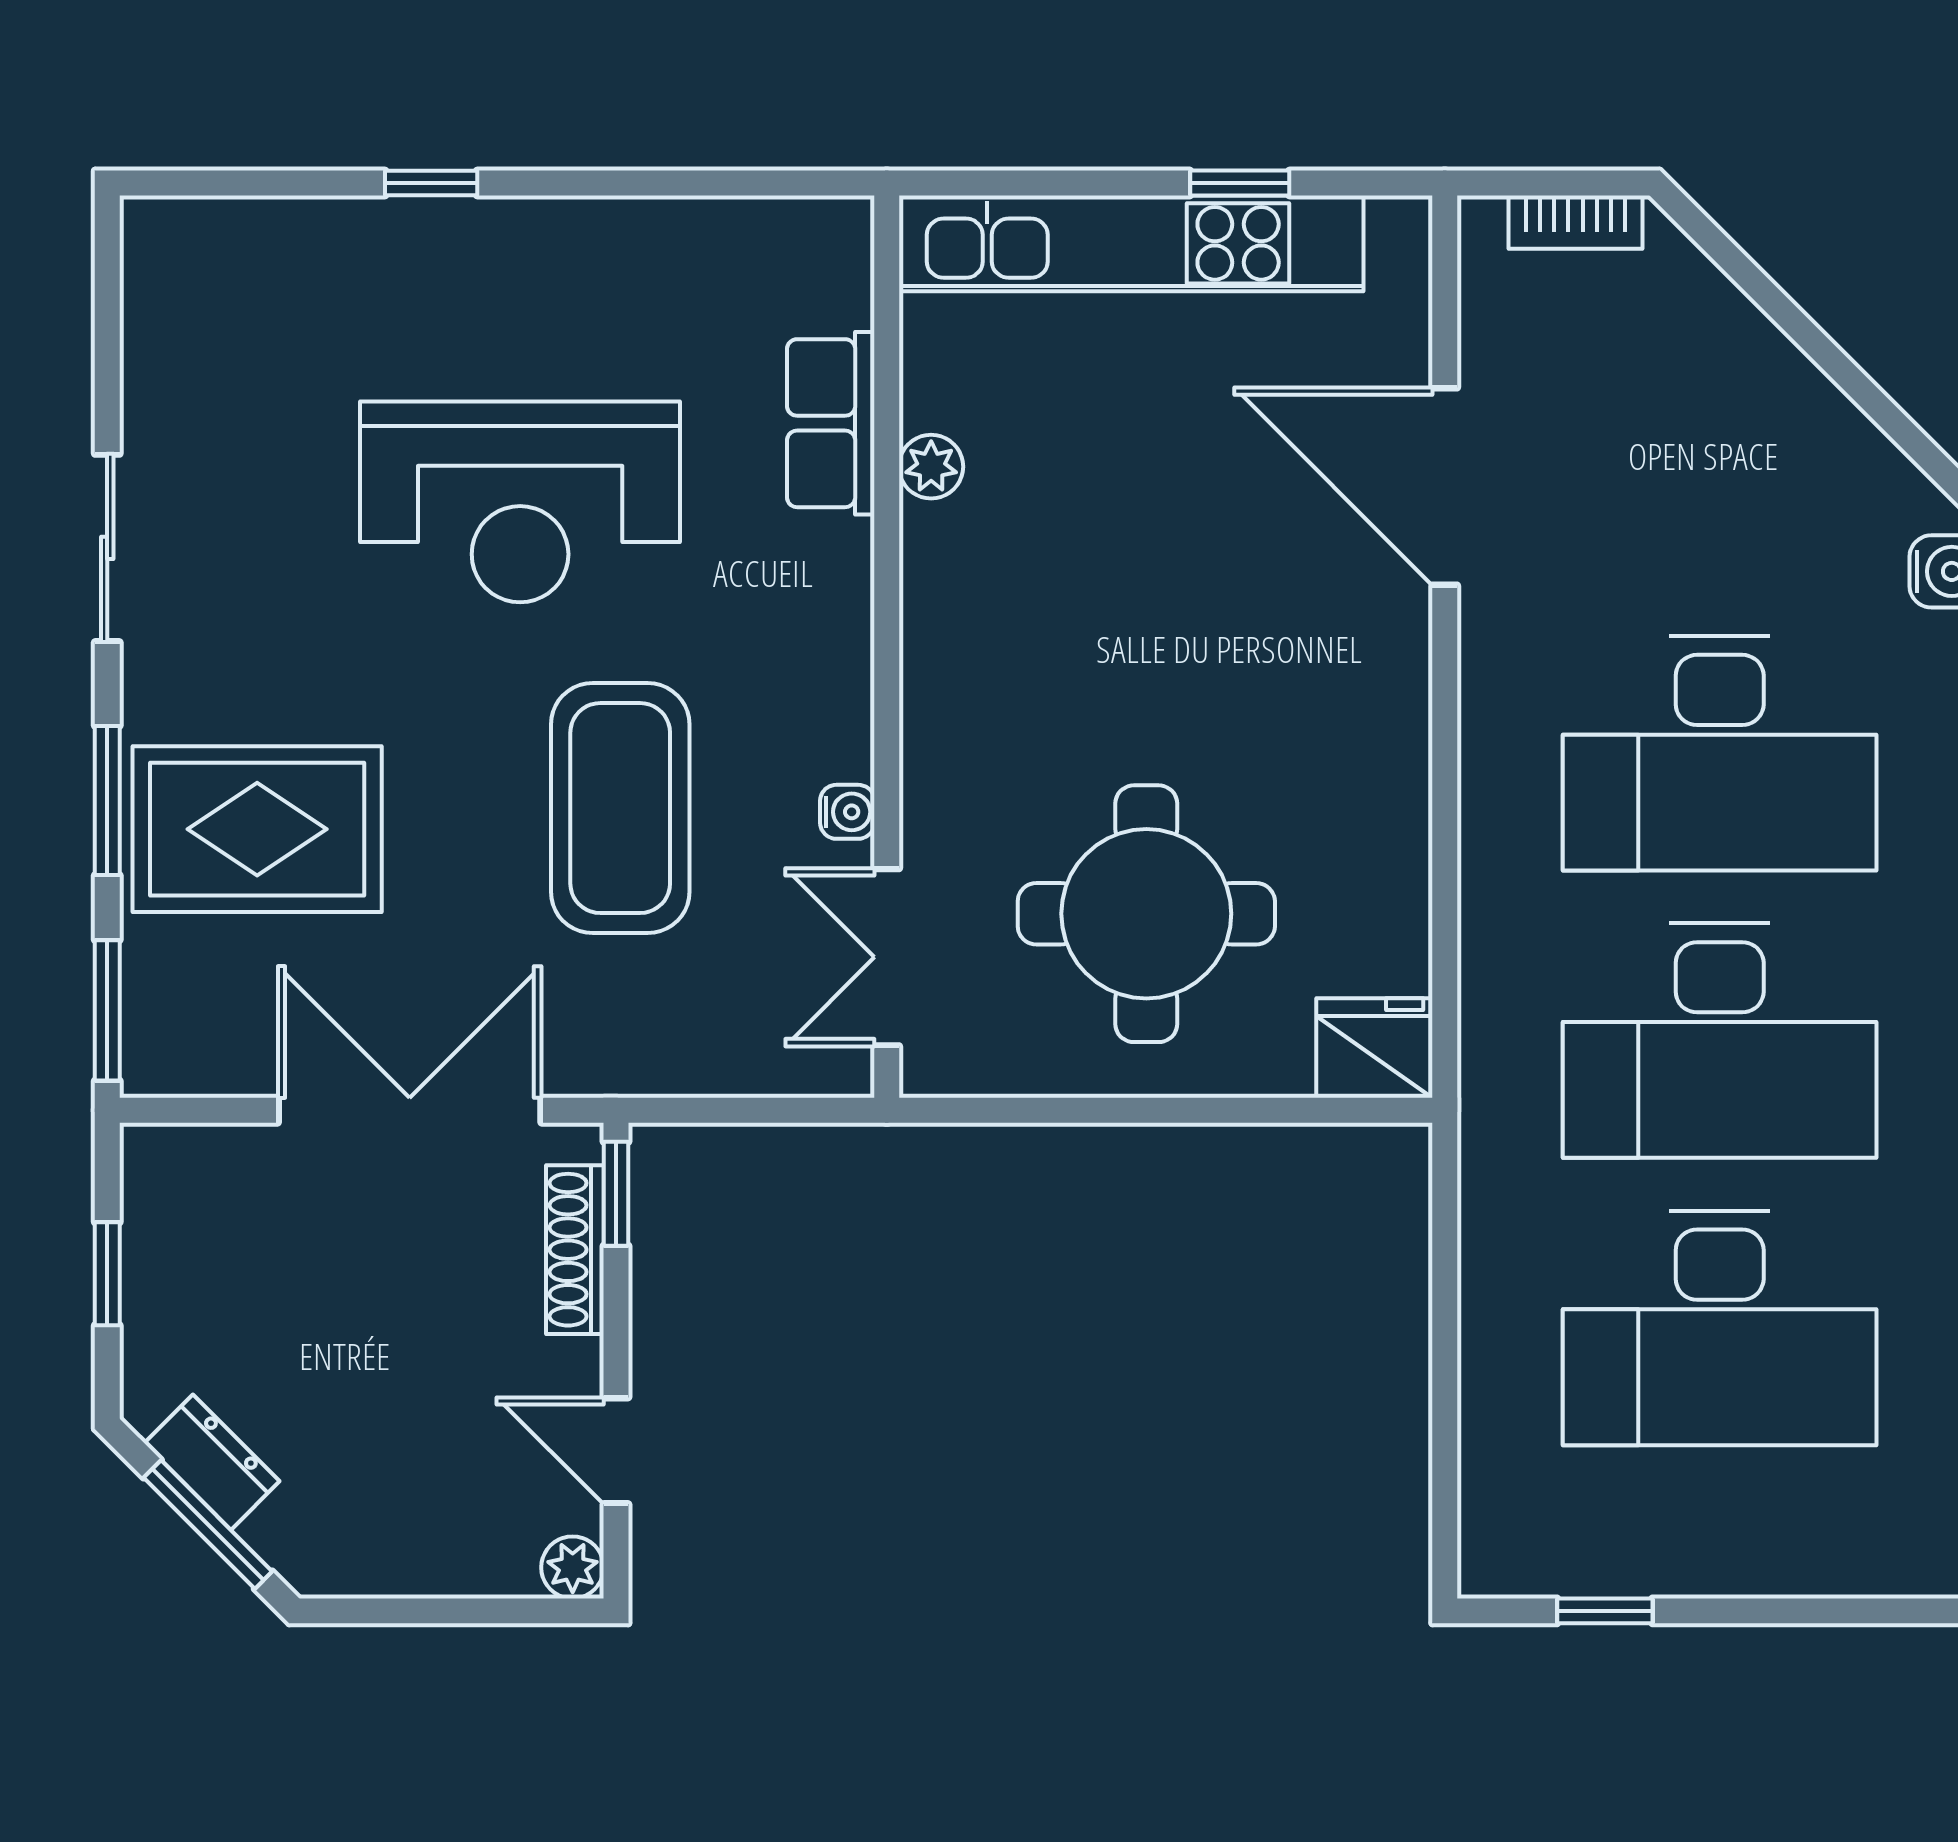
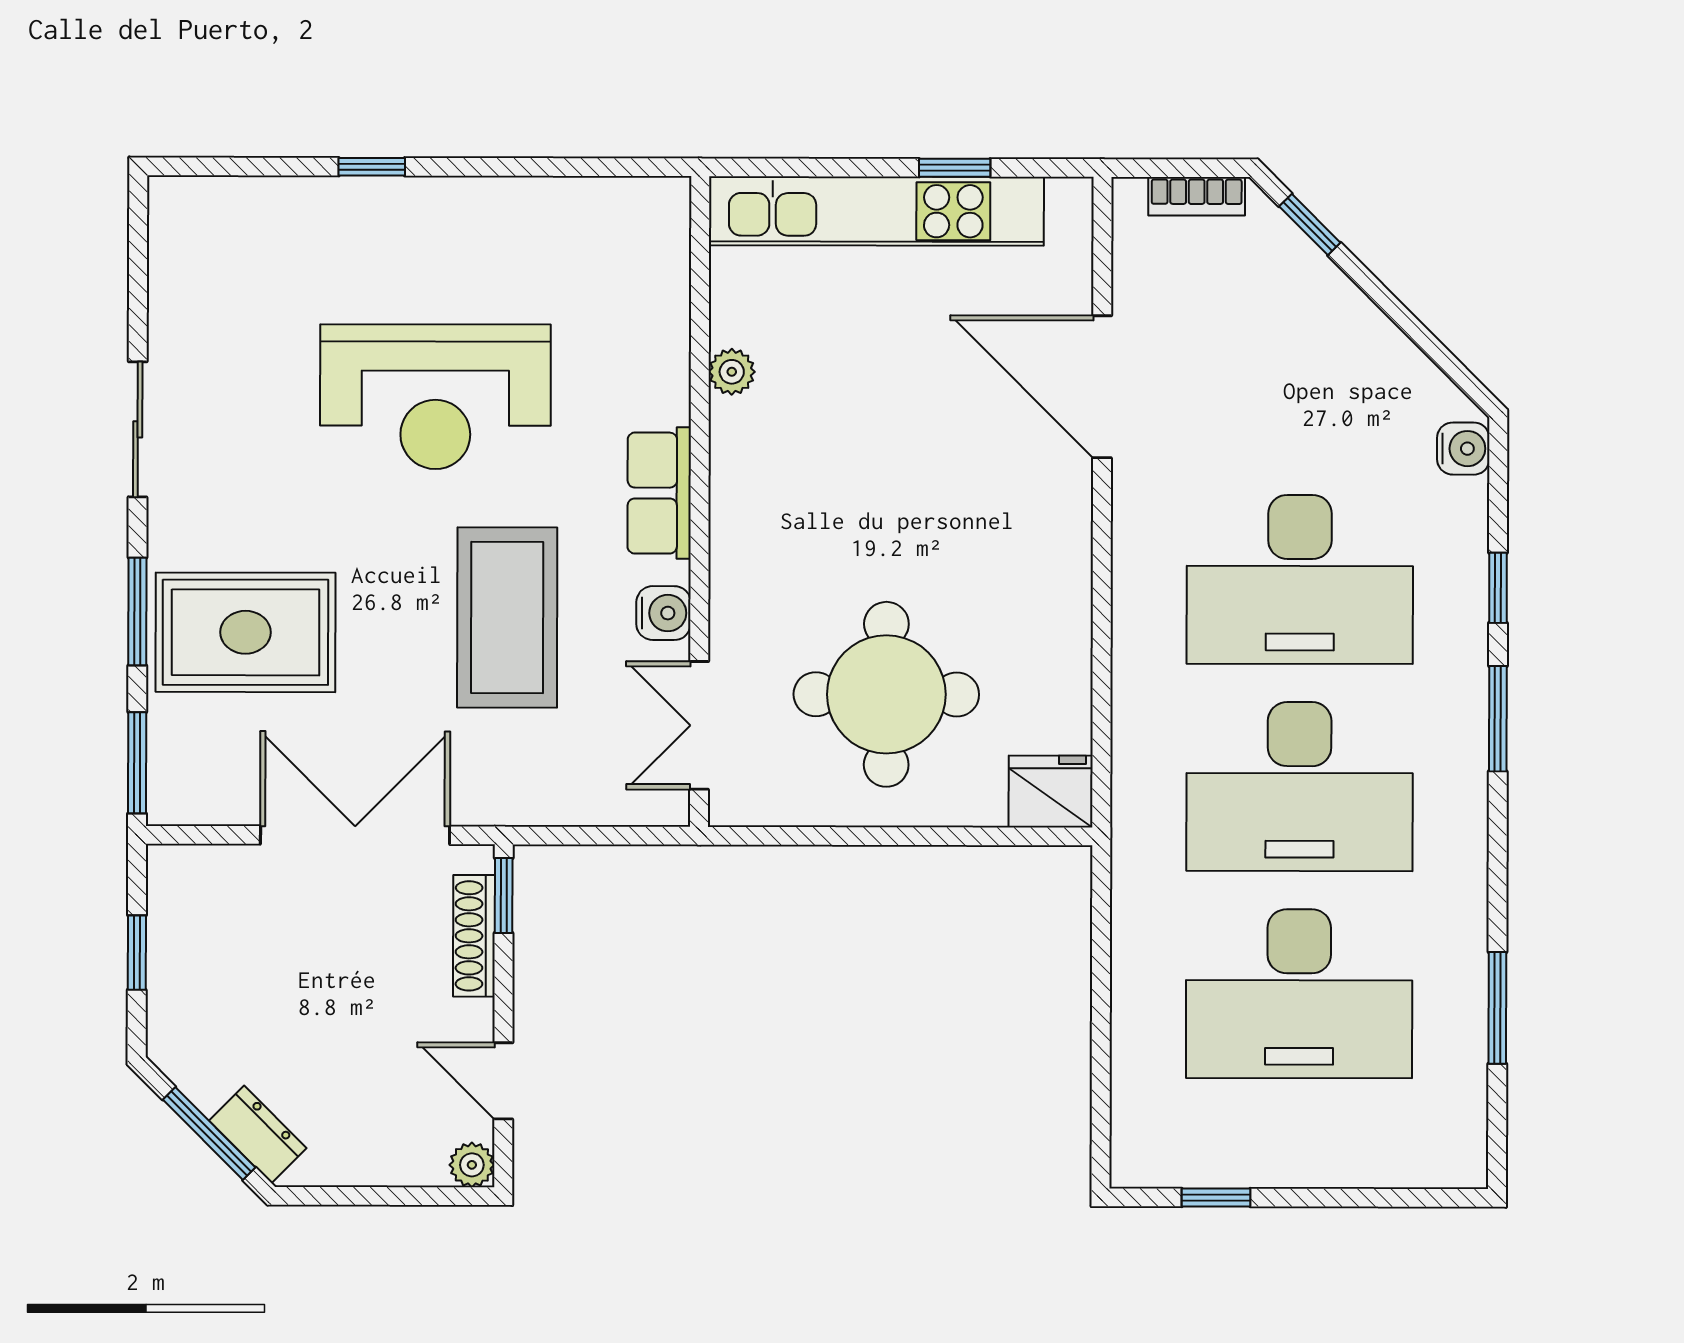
window: (1733, 261) -> (1310, 224), added
row of seats: (831, 423) -> (659, 493), moved
water cooler: (847, 812) -> (663, 613), width x1.38, depth x1.38
dresser: (212, 1462) -> (258, 1134), moved

